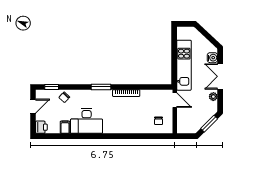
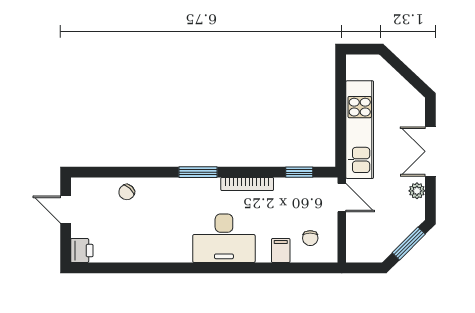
water cooler: (212, 58) -> (415, 115), removed
window: (52, 87) -> (299, 172), moved
door: (33, 106) -> (66, 210), swing flipped
desk: (87, 121) -> (224, 238), moved
filing cabinet: (65, 127) -> (281, 251), moved

